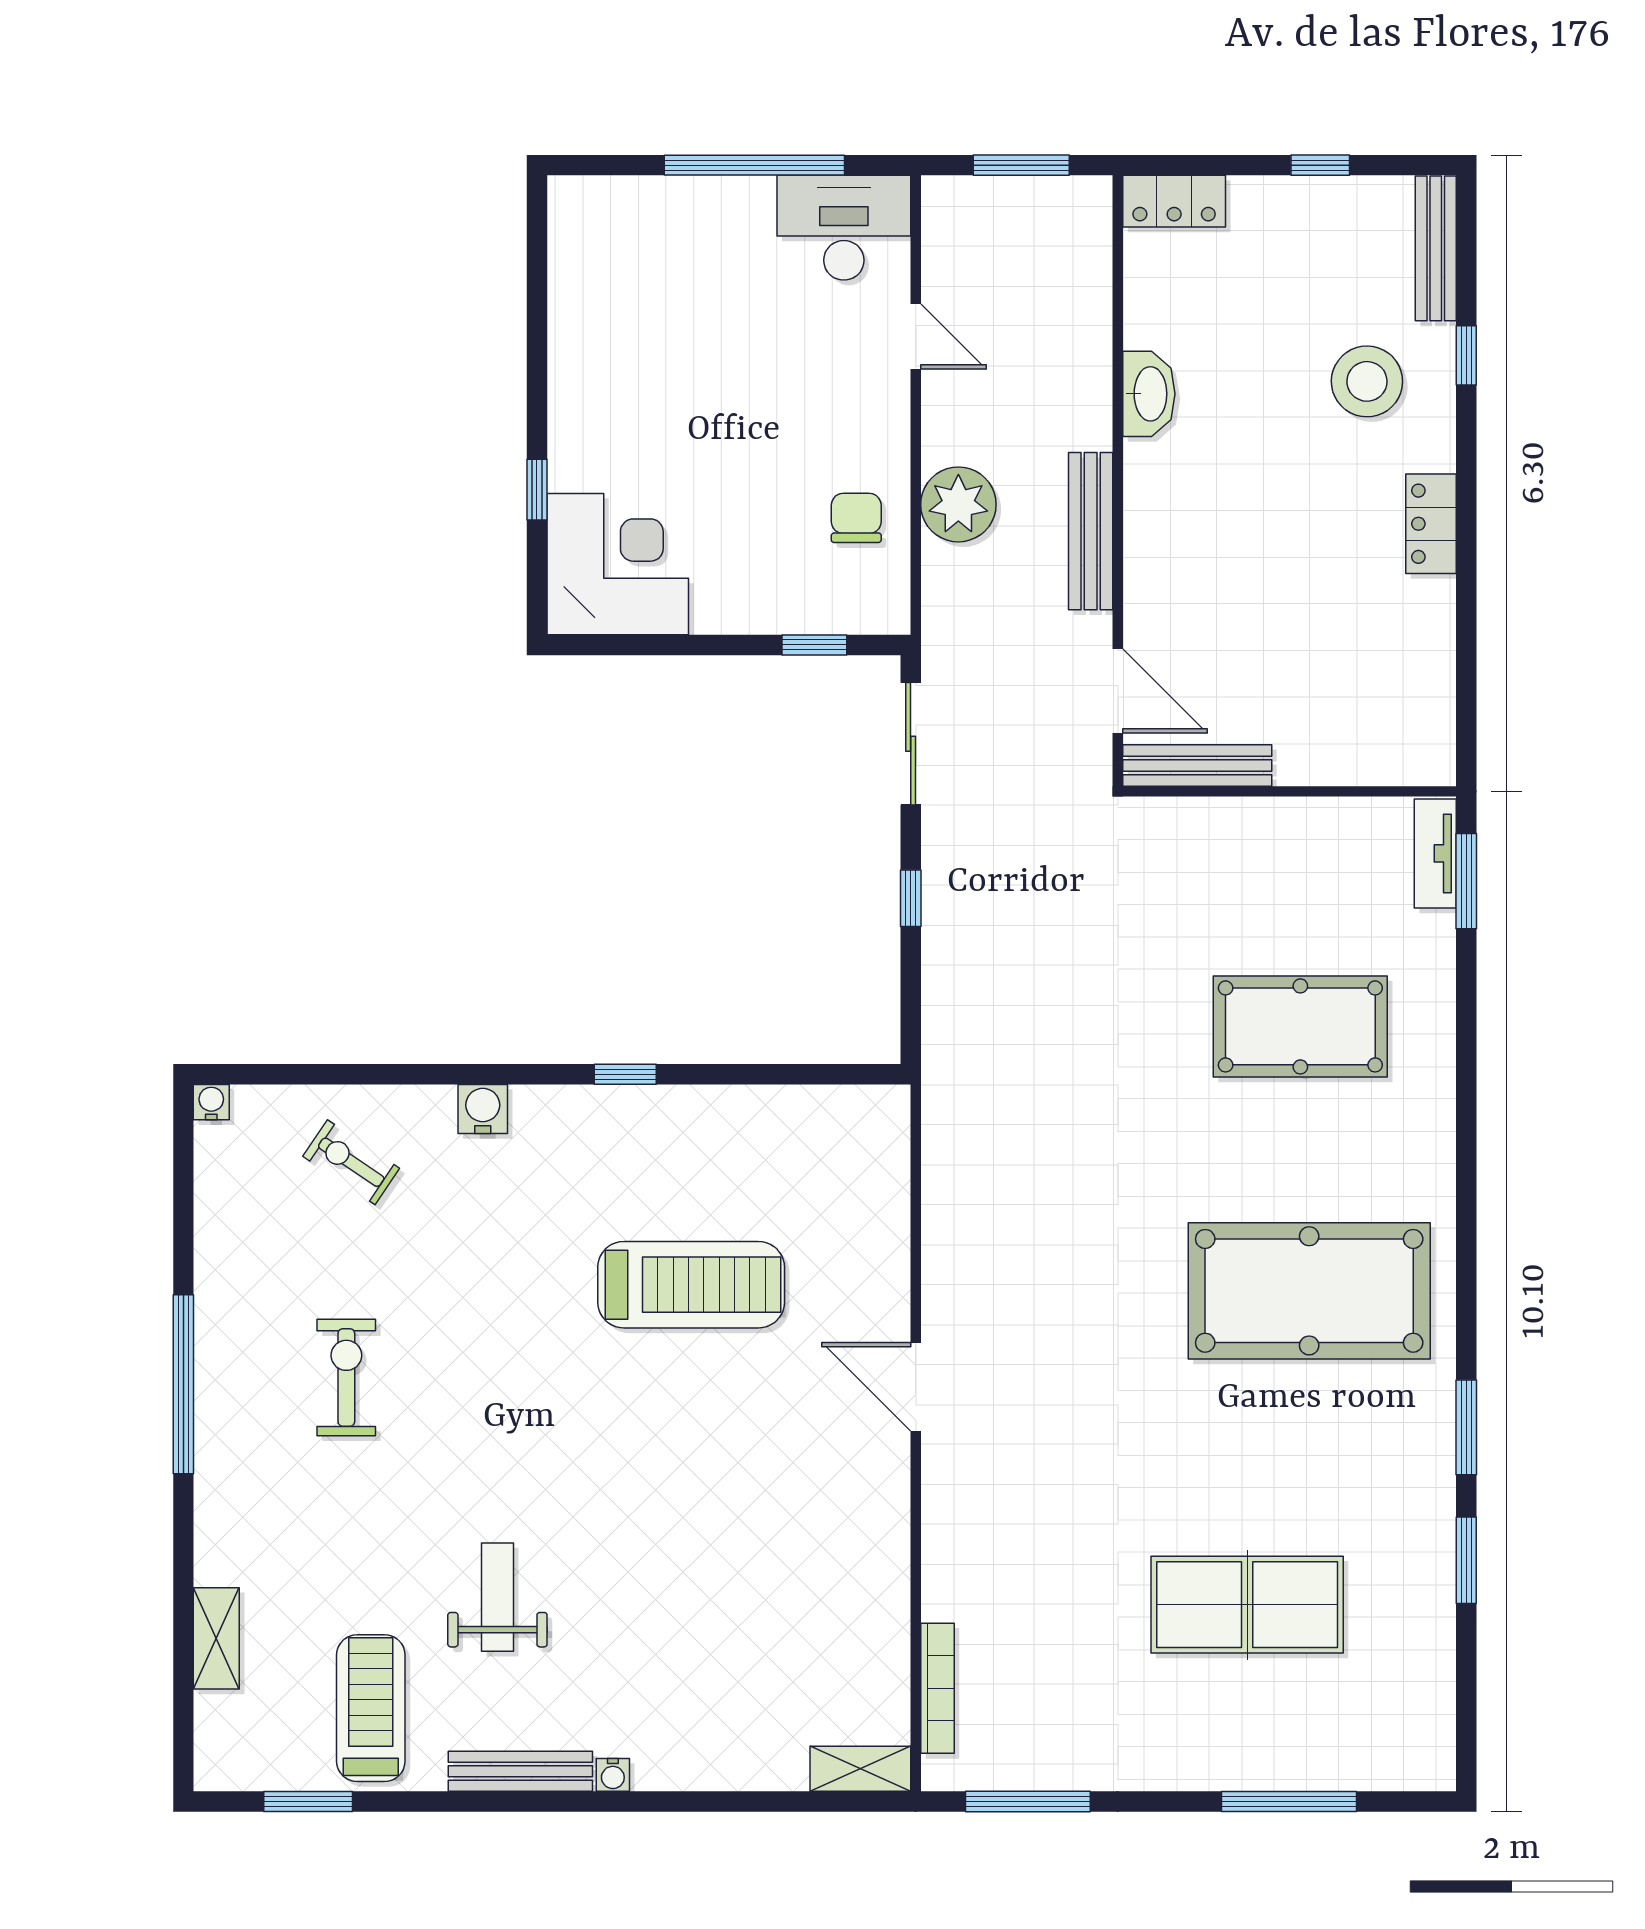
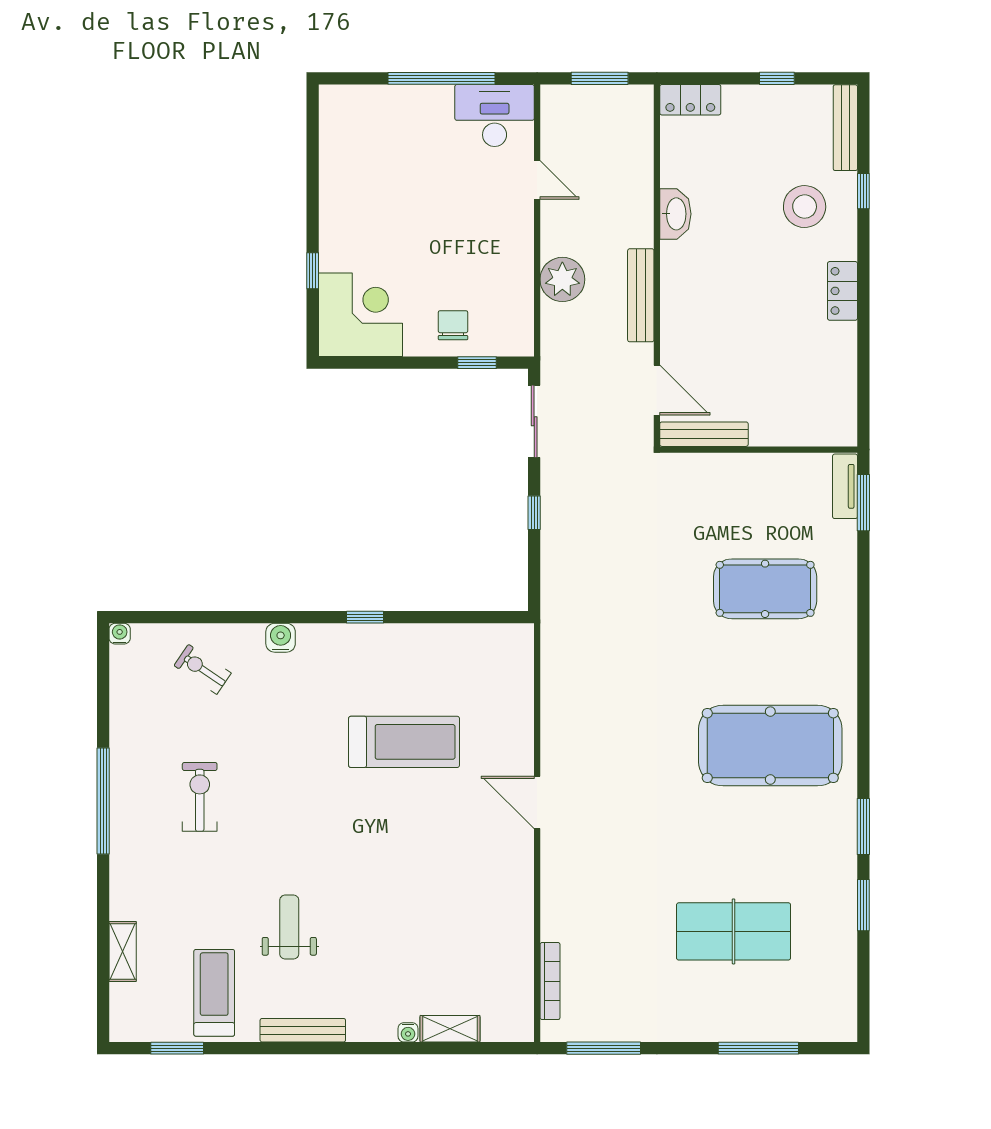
chair: (856, 518) -> (453, 325), moved
shelving: (860, 1769) -> (450, 1029), moved
water cooler: (613, 1775) -> (408, 1032), moved

